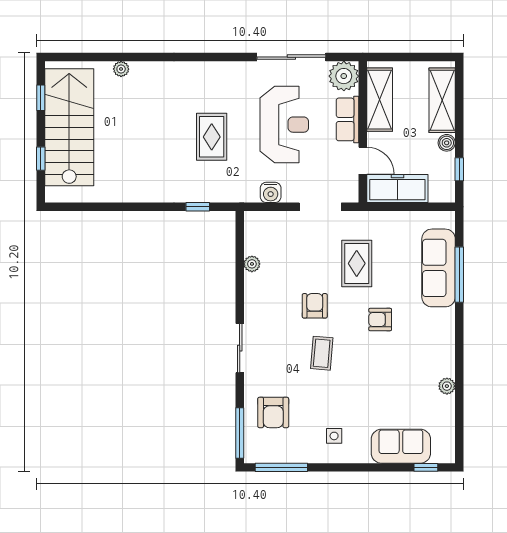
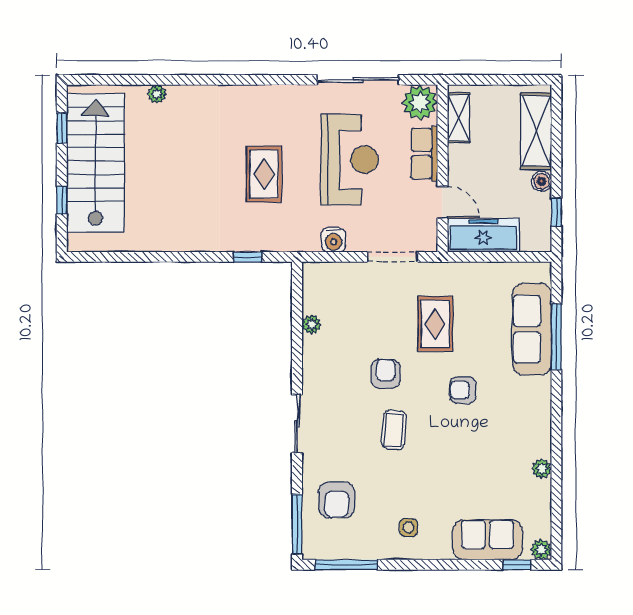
shelving: (380, 100) -> (459, 118), width x0.67, depth x0.75
plant: (446, 454) -> (541, 550), added

